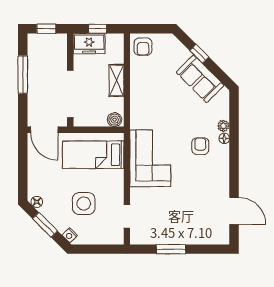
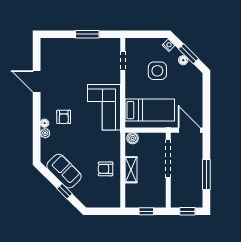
freezer: (89, 44) -> (153, 199), removed
armchair: (143, 47) -> (105, 169), moved, turned -90
floor lamp: (37, 202) -> (183, 60), moved
door: (234, 211) -> (37, 81), moved

